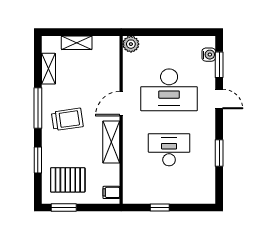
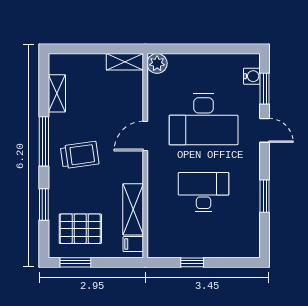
shelving: (77, 43) -> (125, 62), moved
shelving: (111, 142) -> (133, 209), moved

